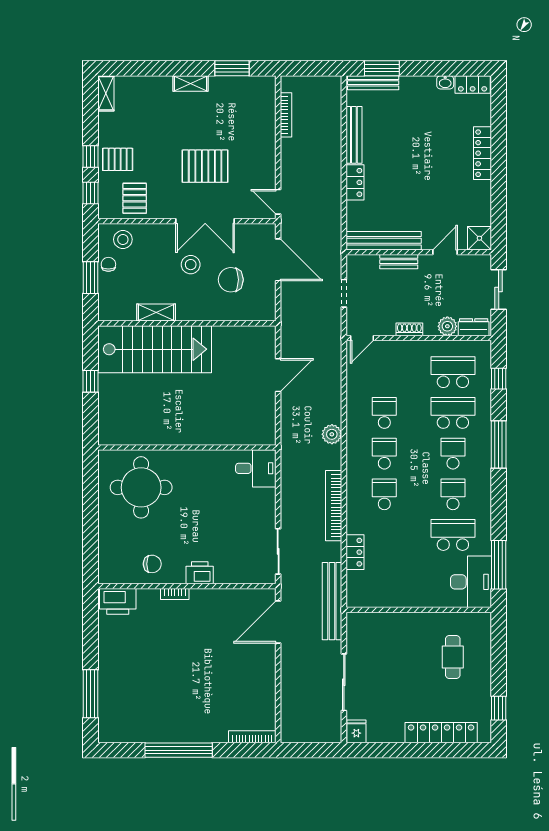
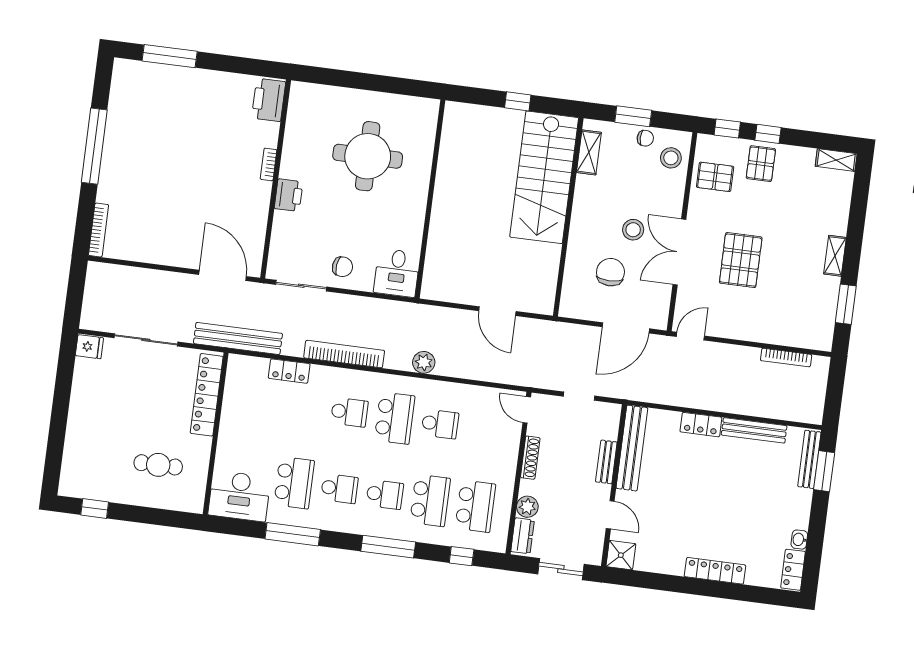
shelving: (156, 313) -> (589, 152), moved
shoe rack: (409, 329) -> (530, 458), width x1.43
school desk: (384, 454) -> (395, 418), width x1.85
round table: (141, 487) -> (368, 156), moved
chair: (152, 564) -> (343, 267), moved, turned -83
window: (499, 565) -> (293, 534), moved
locker: (441, 733) -> (207, 395), moved, turned 180

